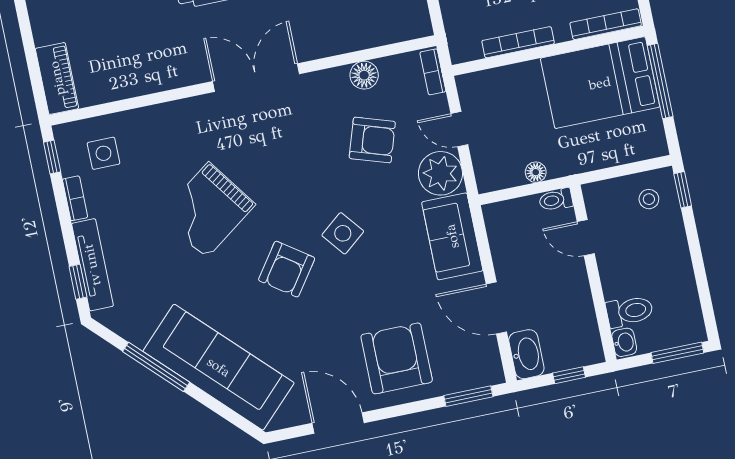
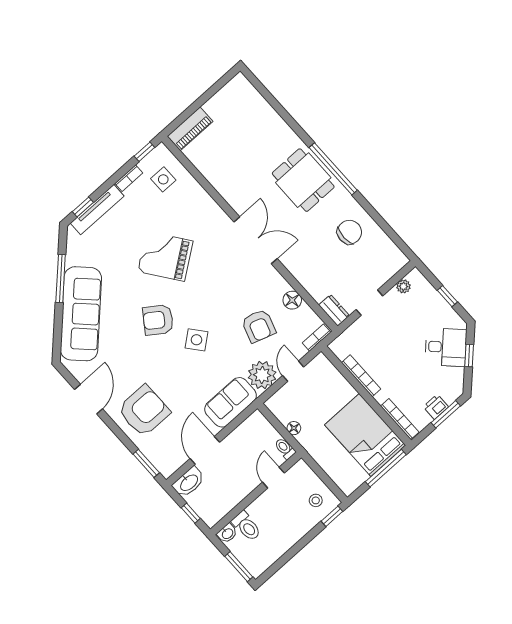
dresser: (410, 27) -> (334, 310), added

